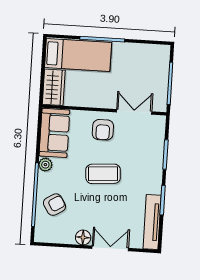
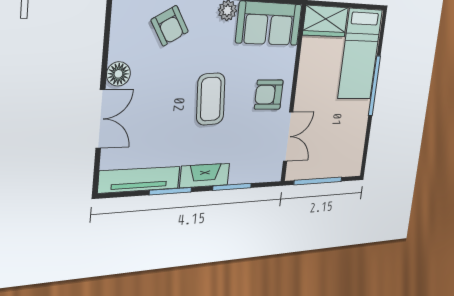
fireplace: (155, 176) -> (205, 176), added

